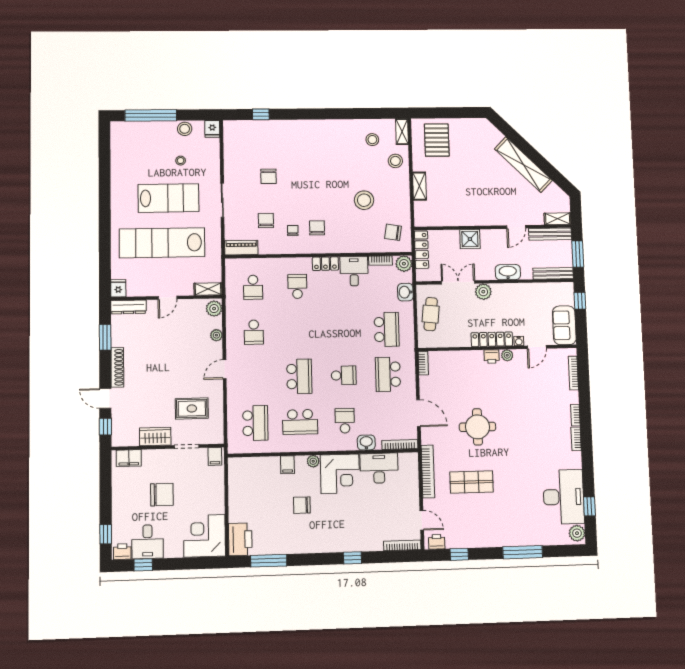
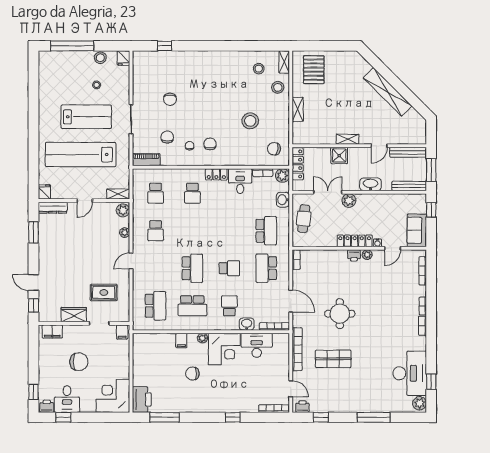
shelving: (558, 219) -> (348, 139), moved
school desk: (297, 286) -> (192, 193), turned 180
shoe rack: (117, 367) -> (43, 257), removed

